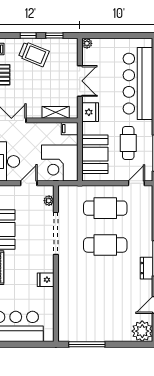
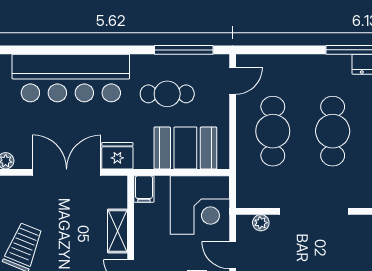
double door: (80, 81) -> (67, 172), width x1.37
shelving: (56, 112) -> (118, 231), moved
door: (136, 183) -> (233, 81), swing flipped

